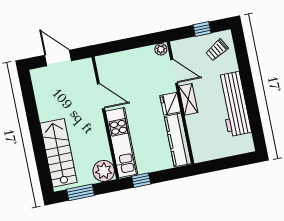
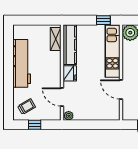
shelving: (188, 99) -> (56, 39), moved

